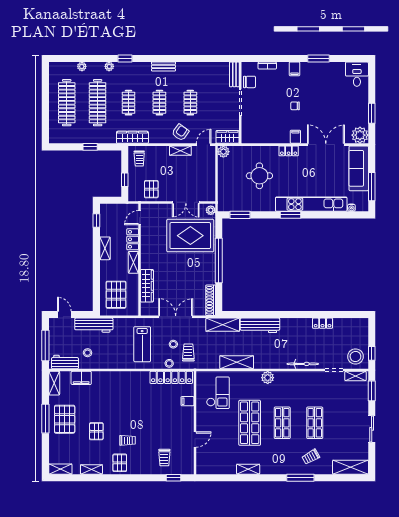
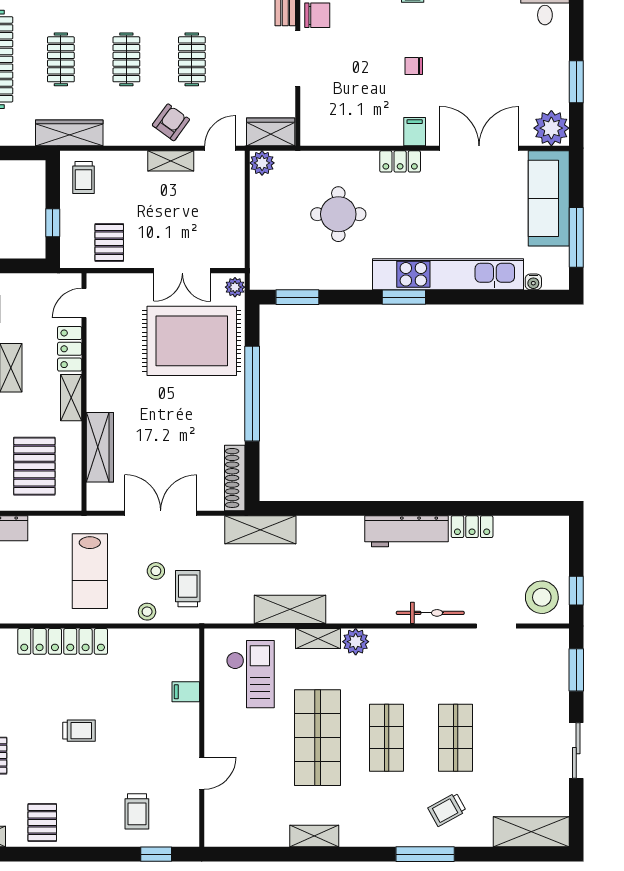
workbench: (260, 325) -> (407, 531), moved
shelving: (355, 376) -> (318, 638), moved
locker: (171, 377) -> (63, 641), moved
trolley: (127, 440) -> (79, 731), moved

